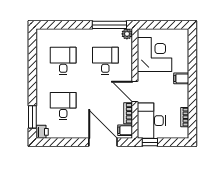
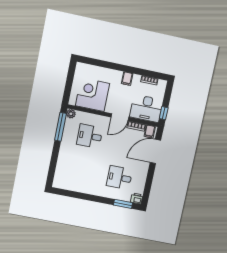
desk: (63, 61) -> (83, 170), removed
filing cabinet: (181, 78) -> (127, 79), moved

